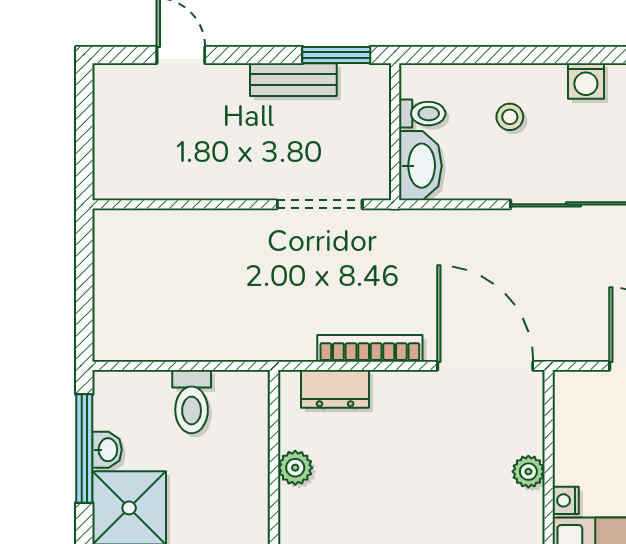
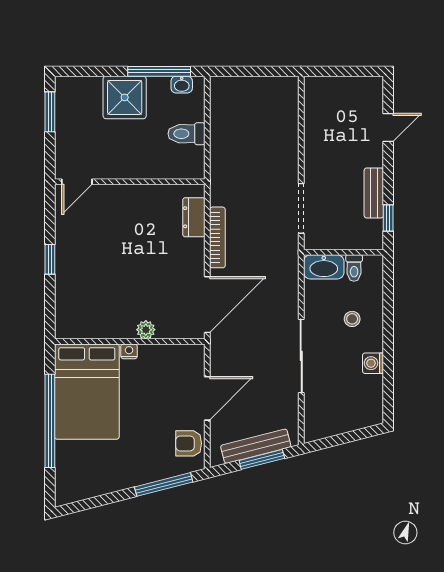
window: (336, 55) -> (388, 218), width x0.67
washbasin: (107, 450) -> (182, 85), moved
plant: (295, 468) -> (148, 194), removed

